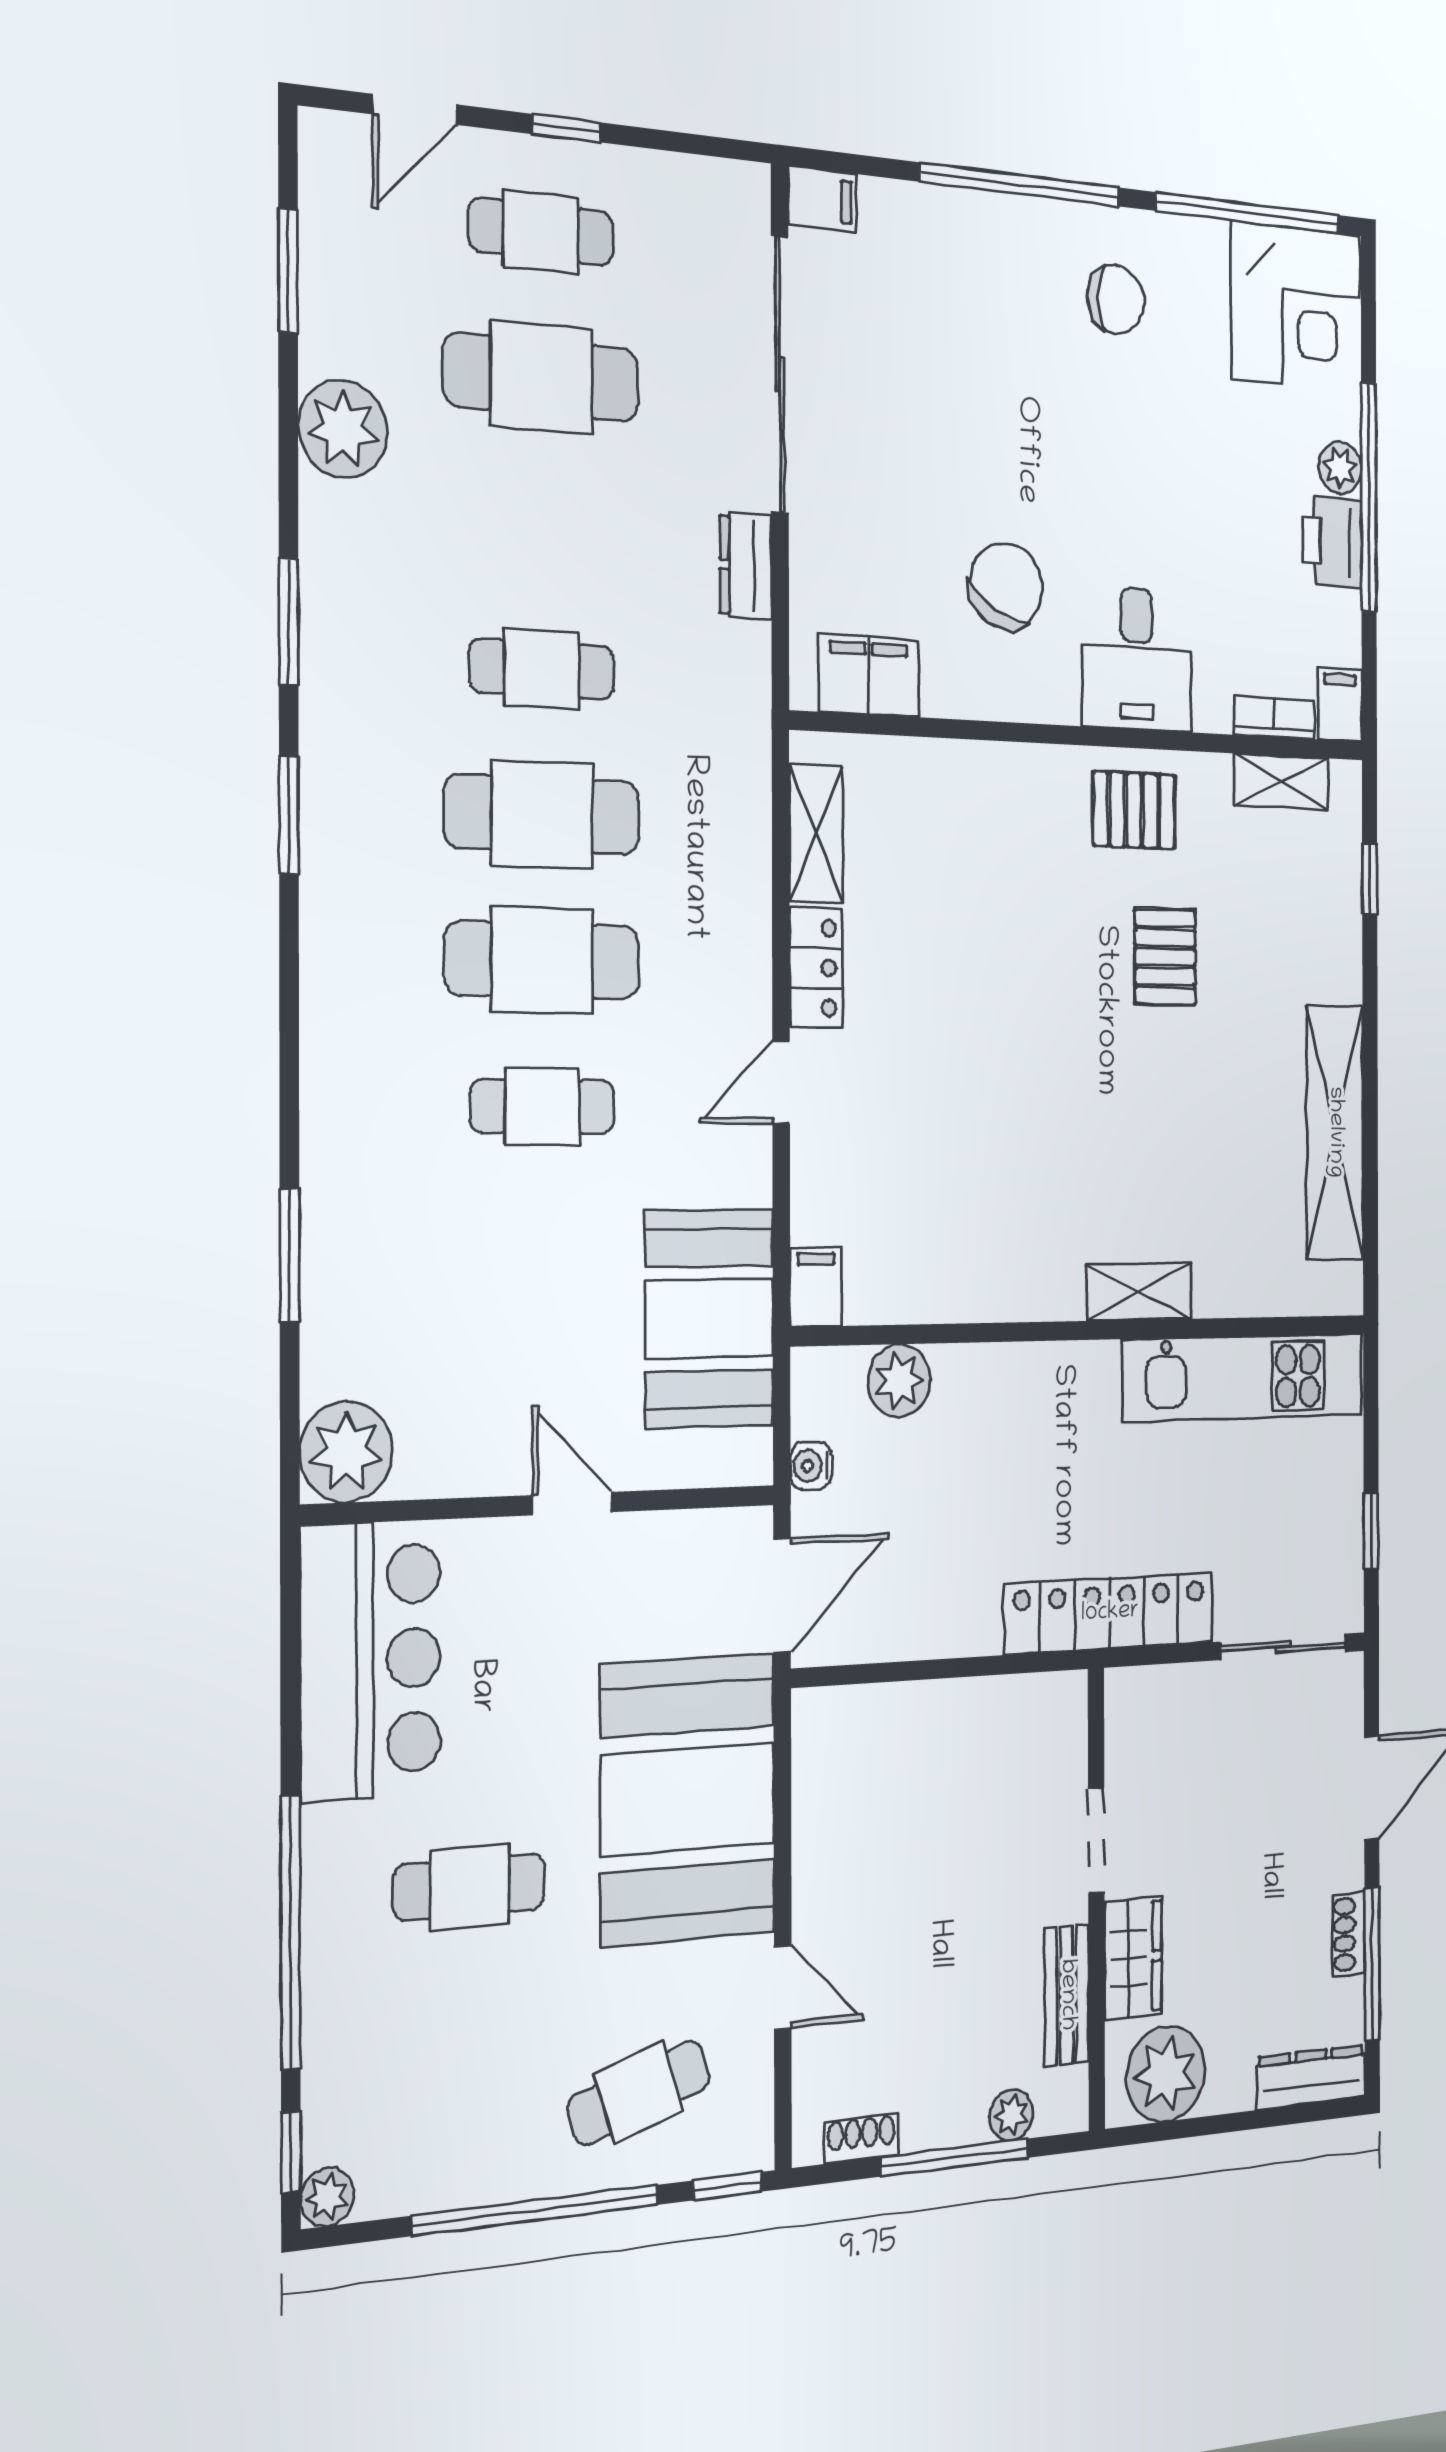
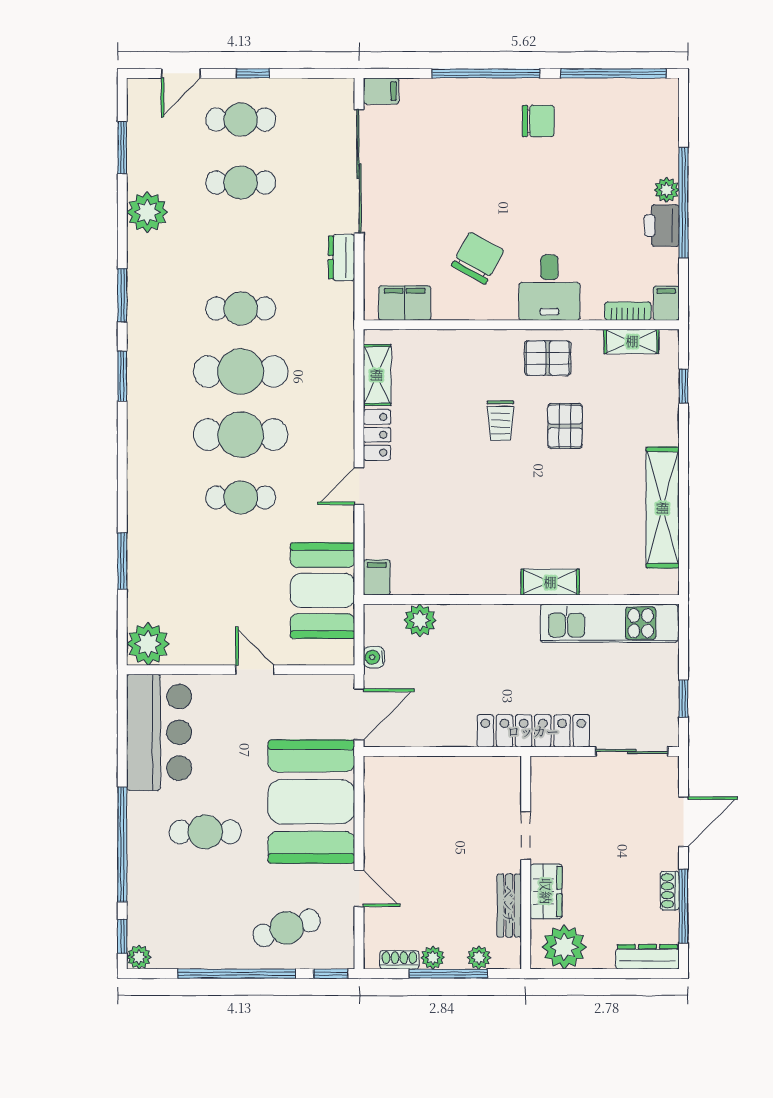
corner desk: (1296, 307) -> (641, 115), removed
cafe table: (541, 377) -> (241, 182), width x0.73, depth x0.74
trolley: (1048, 942) -> (500, 421), added
plant: (925, 2126) -> (433, 958), added

